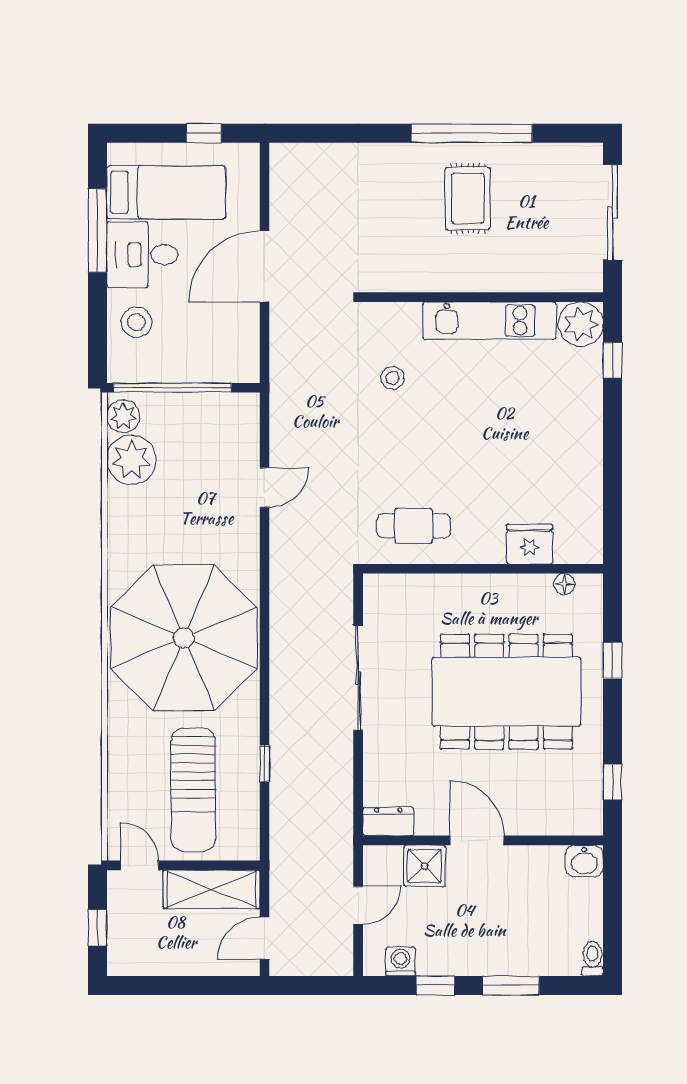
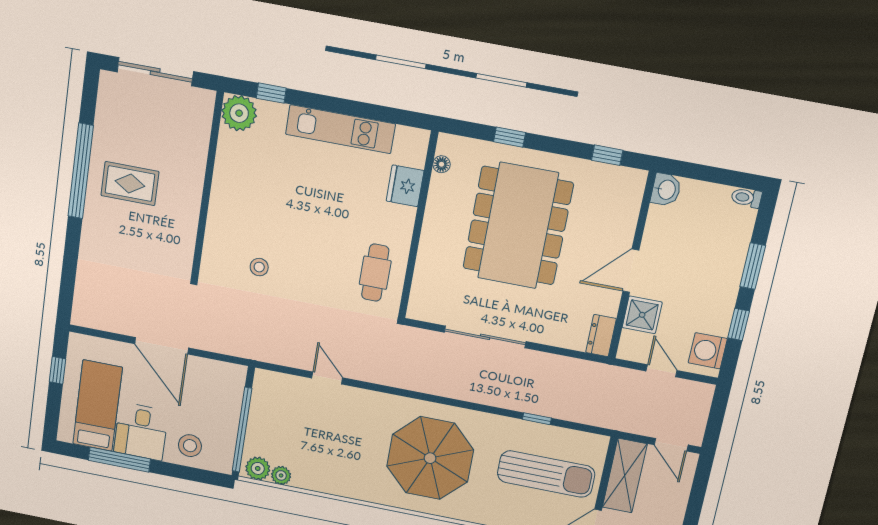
kitchen unit: (489, 321) -> (340, 129), moved, turned 90
plant: (131, 460) -> (281, 475), width x0.53, depth x0.53
parasol: (184, 638) -> (430, 458), width x0.73, depth x0.73
washing machine: (400, 961) -> (708, 351), width x1.38, depth x1.38

